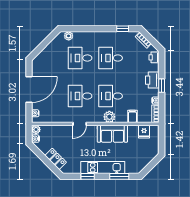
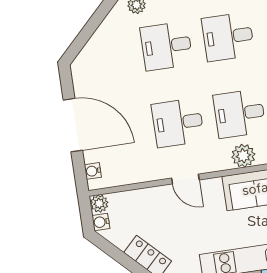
door: (29, 90) -> (73, 125), hinge flipped
door: (80, 124) -> (185, 179), hinge flipped

